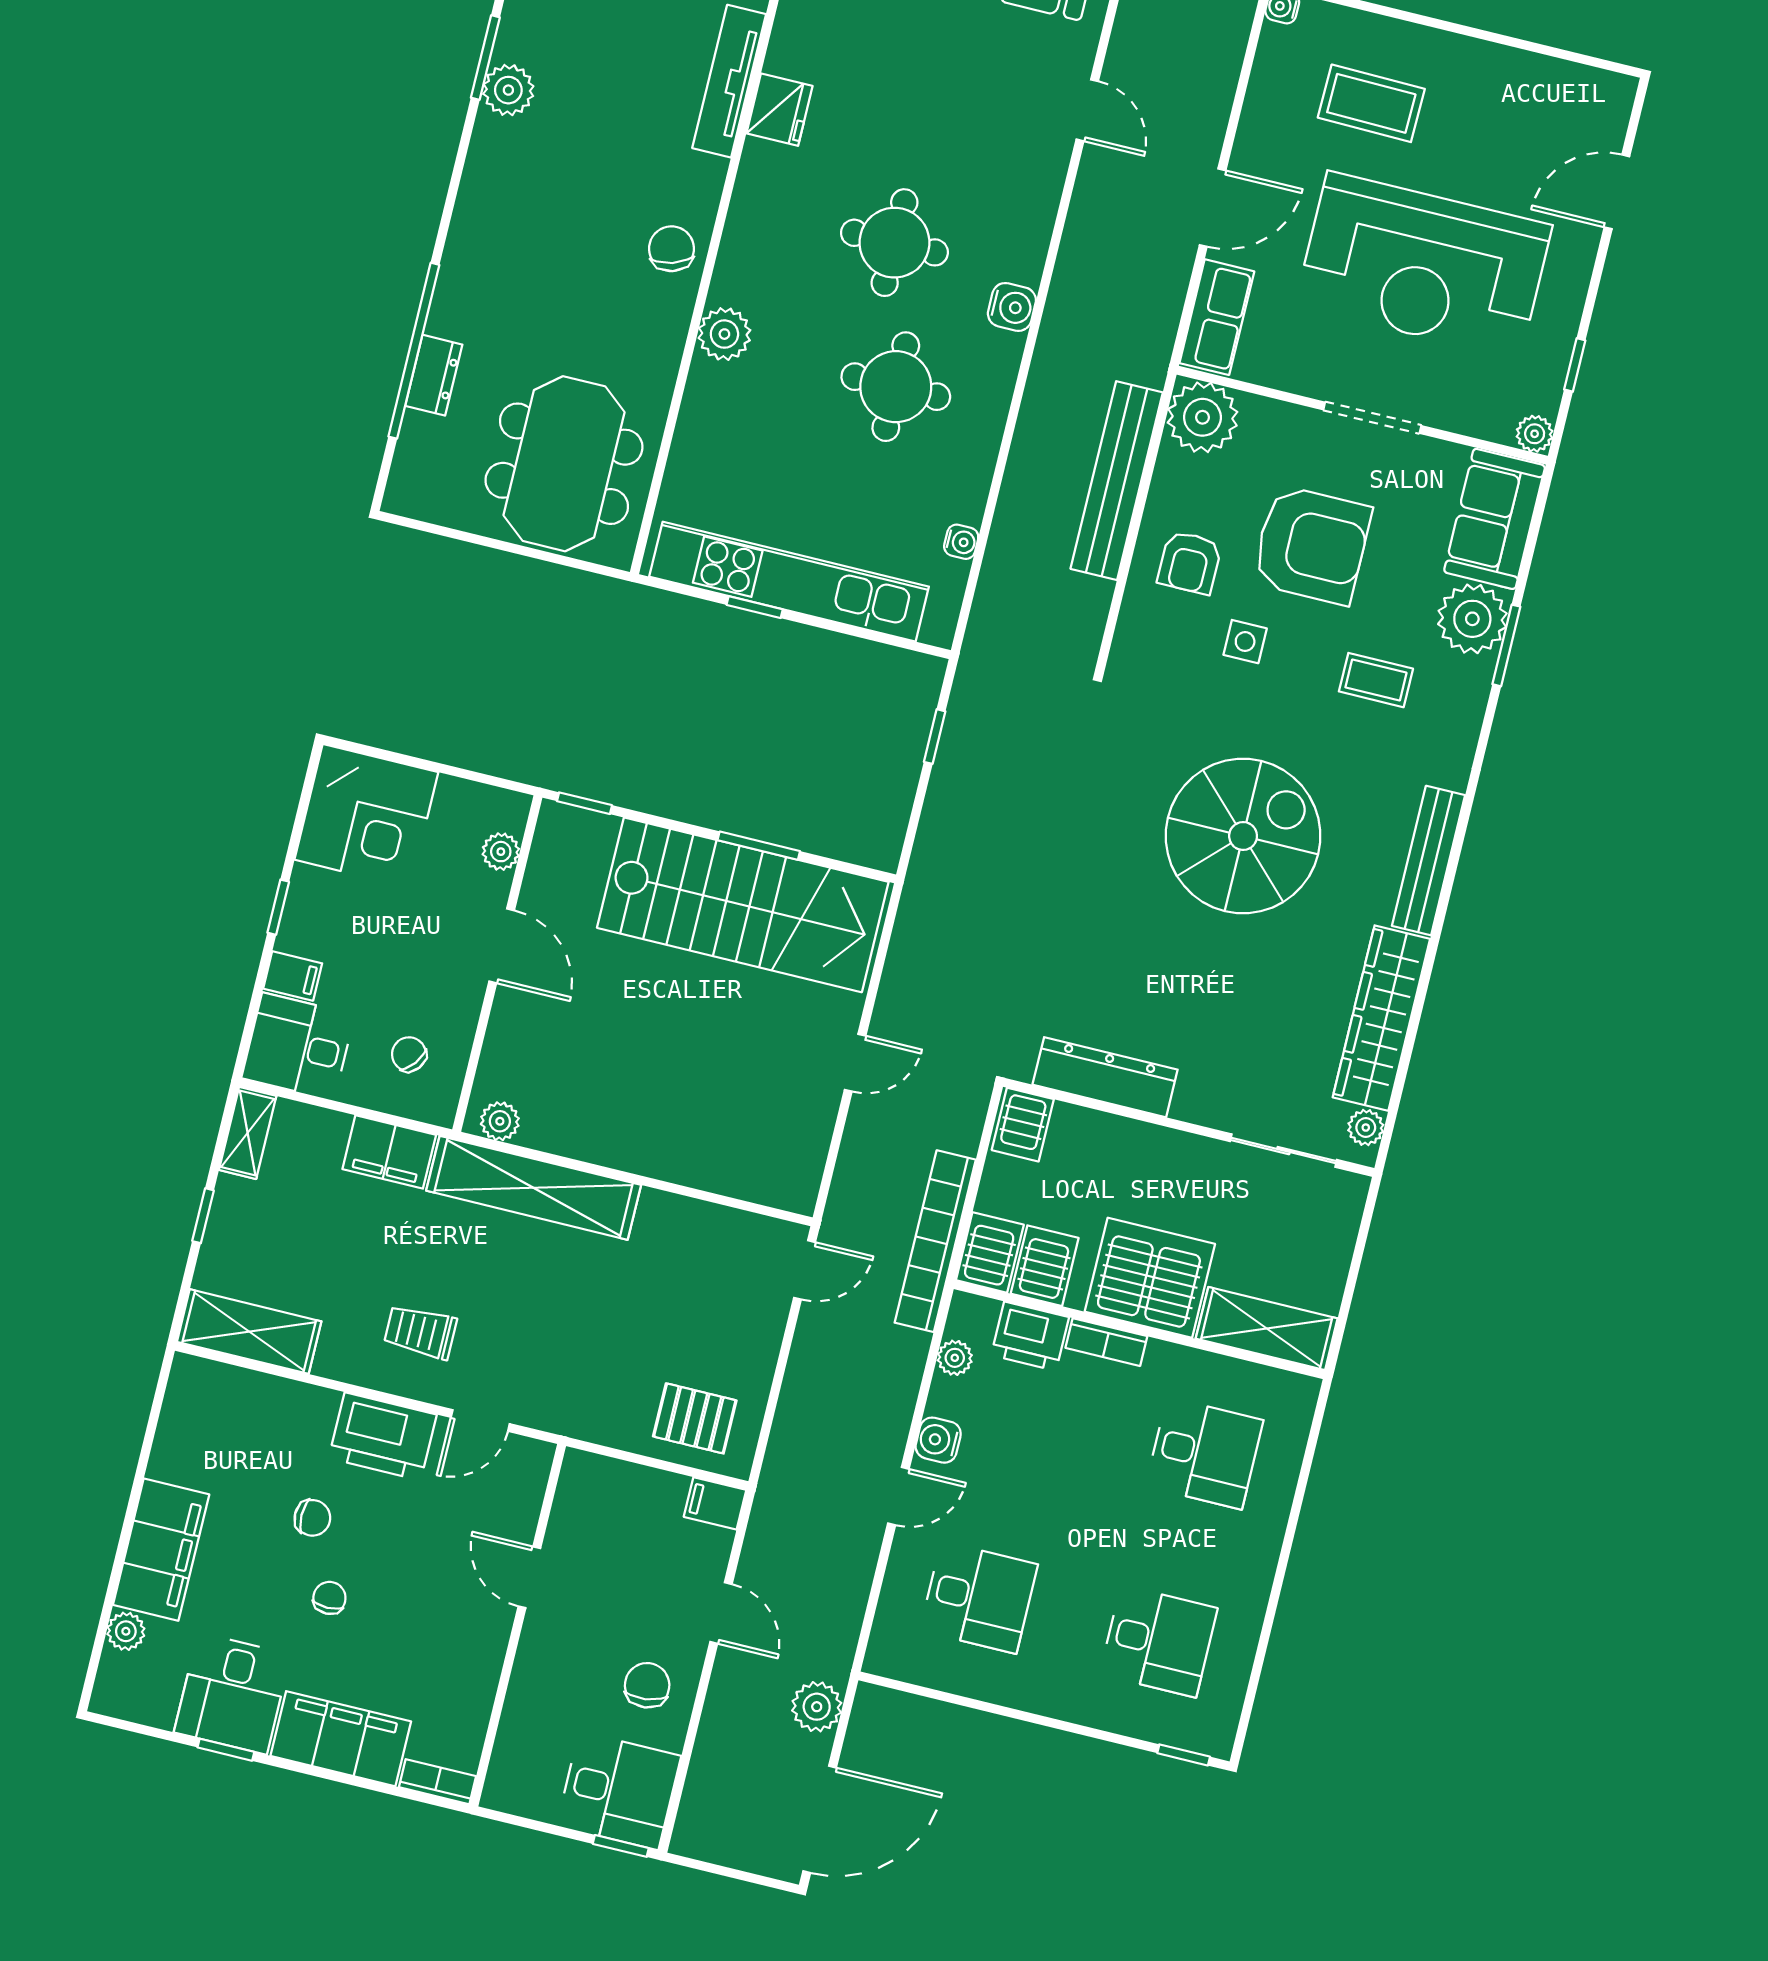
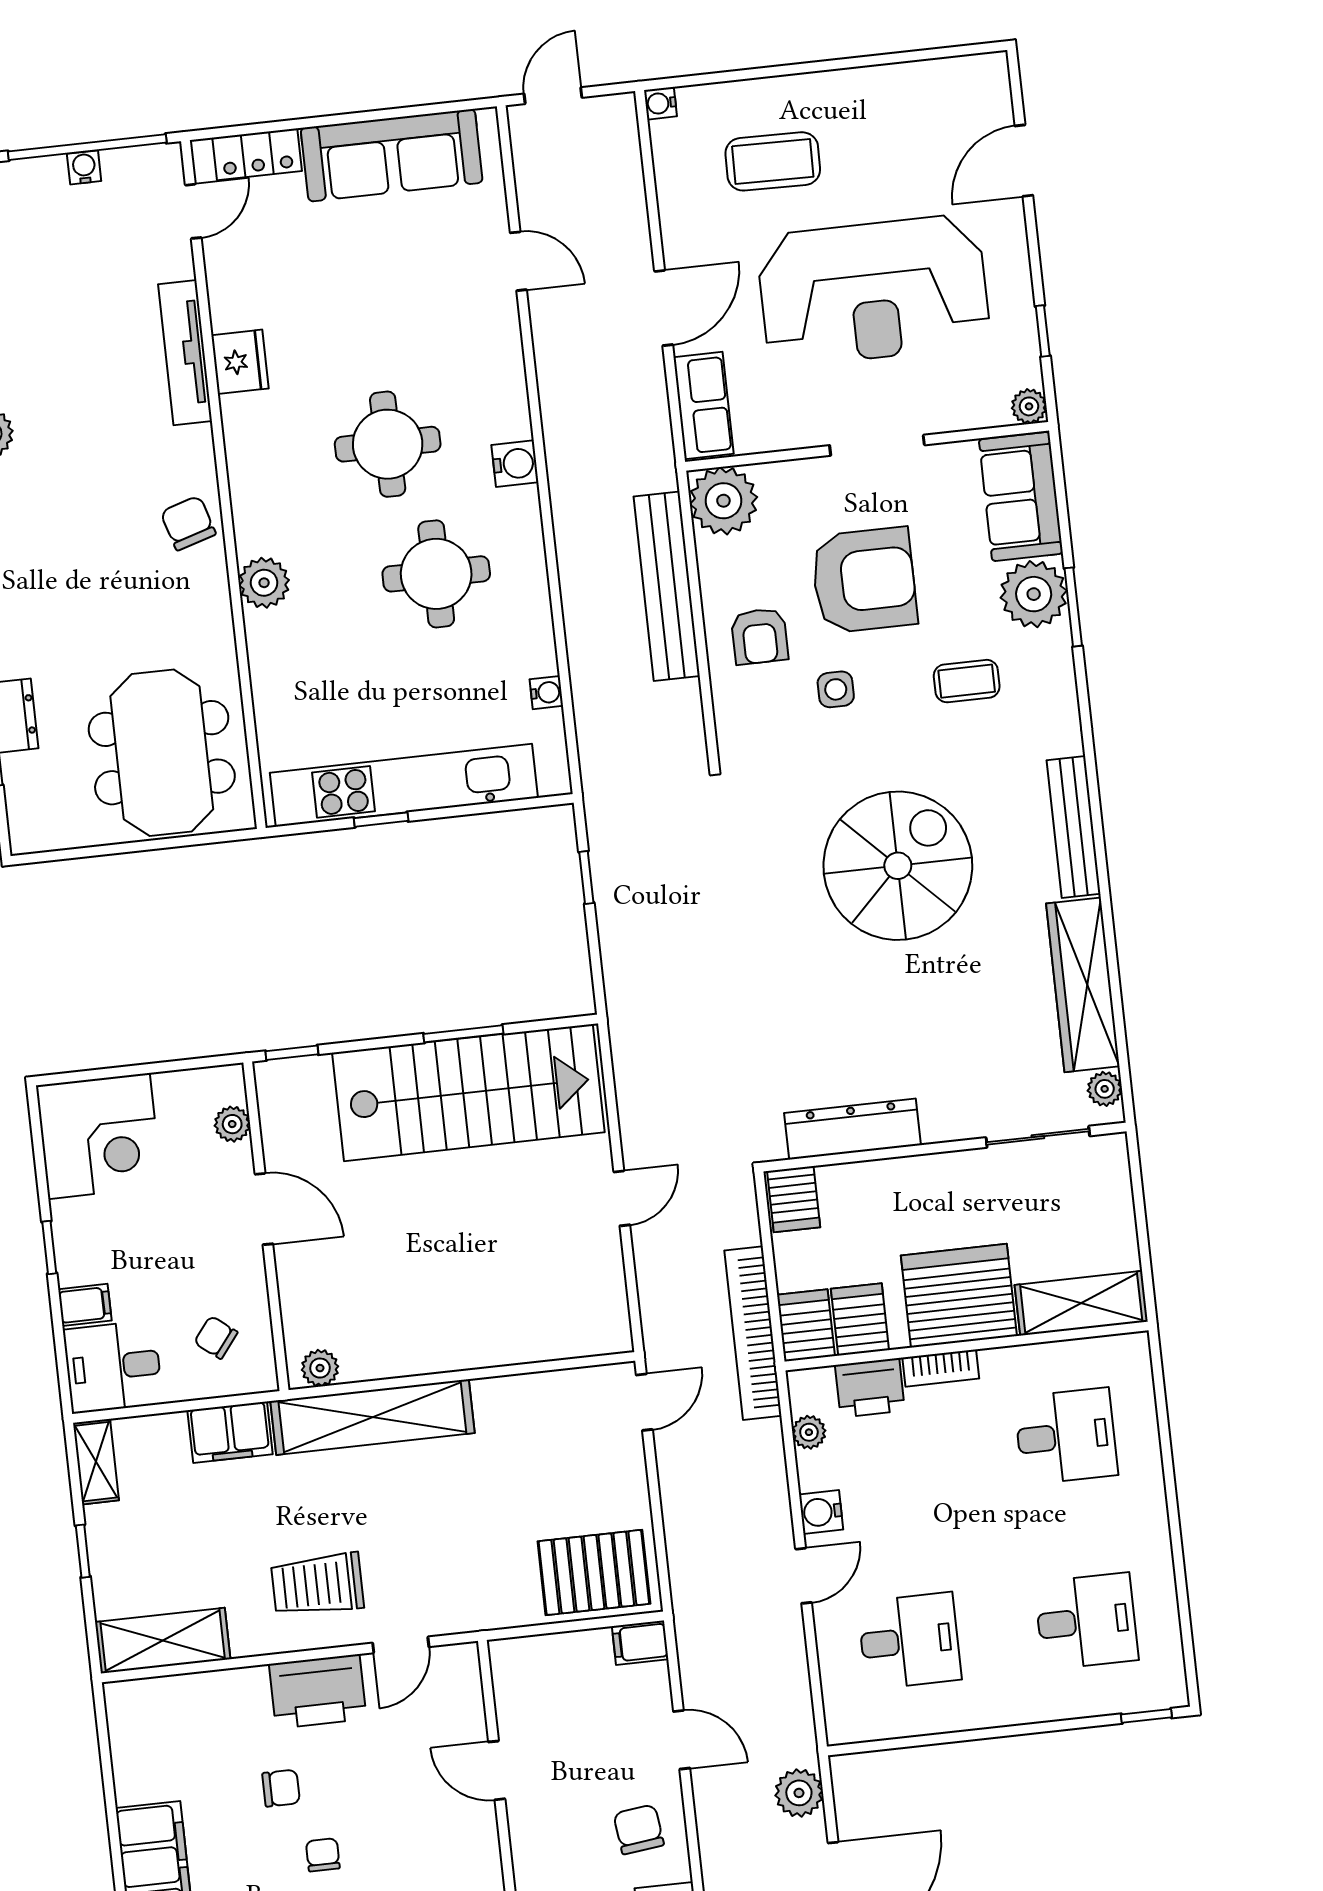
trolley: (420, 1332) -> (317, 1584), width x1.36, depth x1.39
pallet: (695, 1418) -> (594, 1572), width x1.50, depth x1.42

